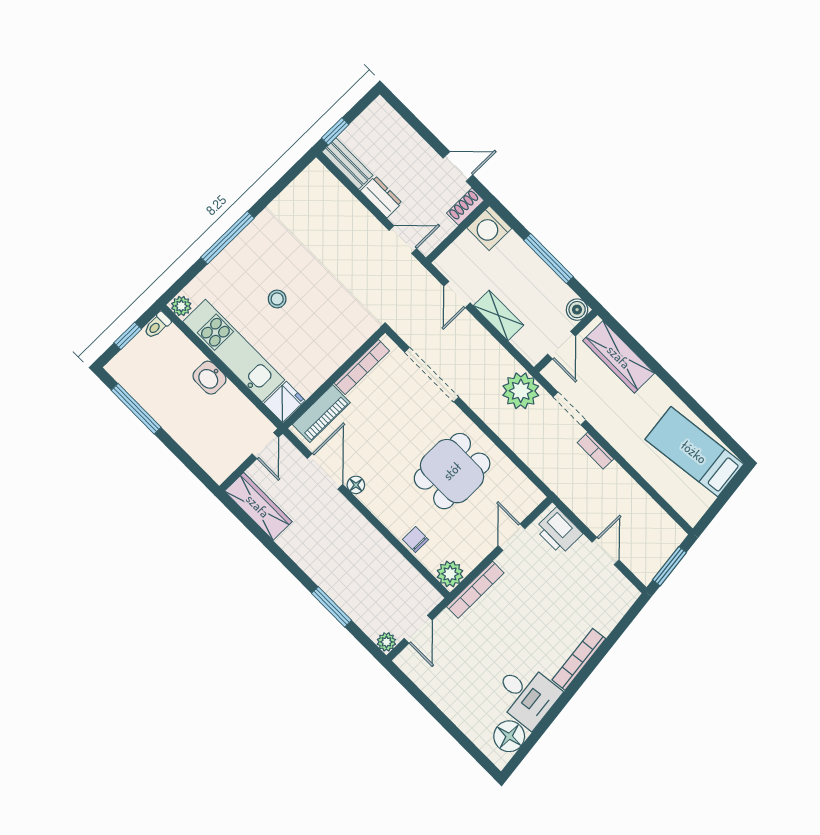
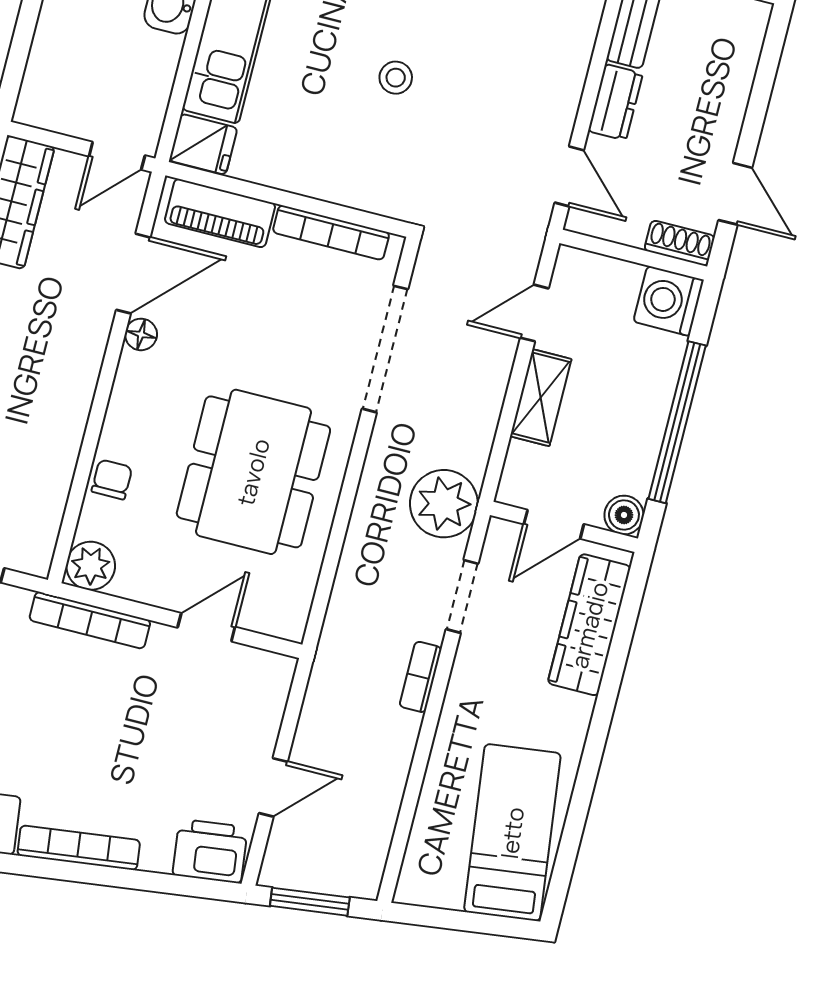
window: (549, 258) -> (677, 422), width x1.46
stool: (277, 299) -> (396, 78), moved
dining table: (452, 471) -> (253, 472), width x1.38
printer: (559, 531) -> (210, 851), moved, turned 83

